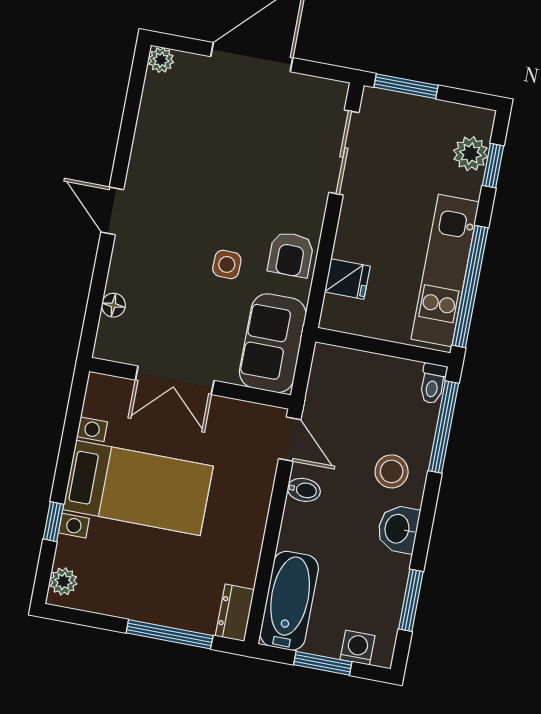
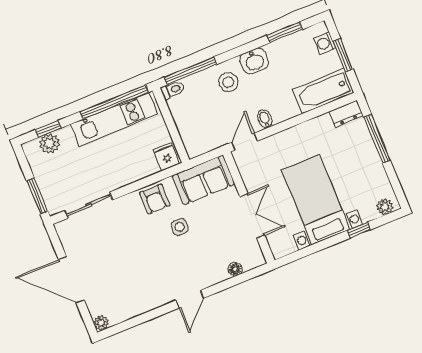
armchair: (291, 255) -> (155, 199), turned 90
fridge: (347, 279) -> (167, 157), moved

